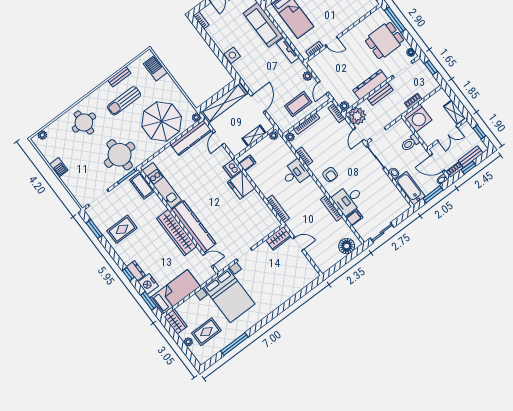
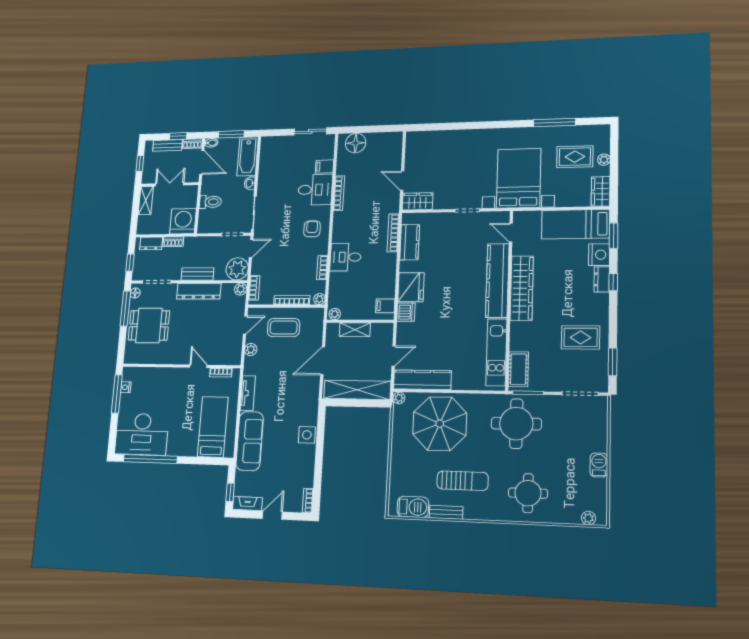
window: (395, 20) -> (125, 309), moved
barbecue: (155, 68) -> (413, 507), moved, turned -90
dresser: (427, 89) -> (151, 243), added
kitchen counter: (263, 211) -> (410, 242), added

